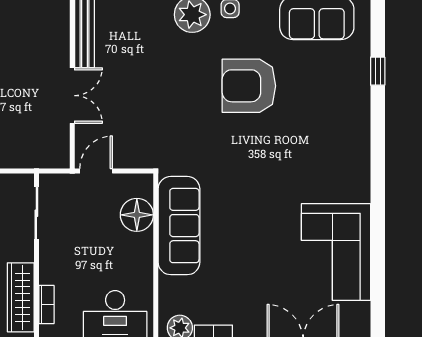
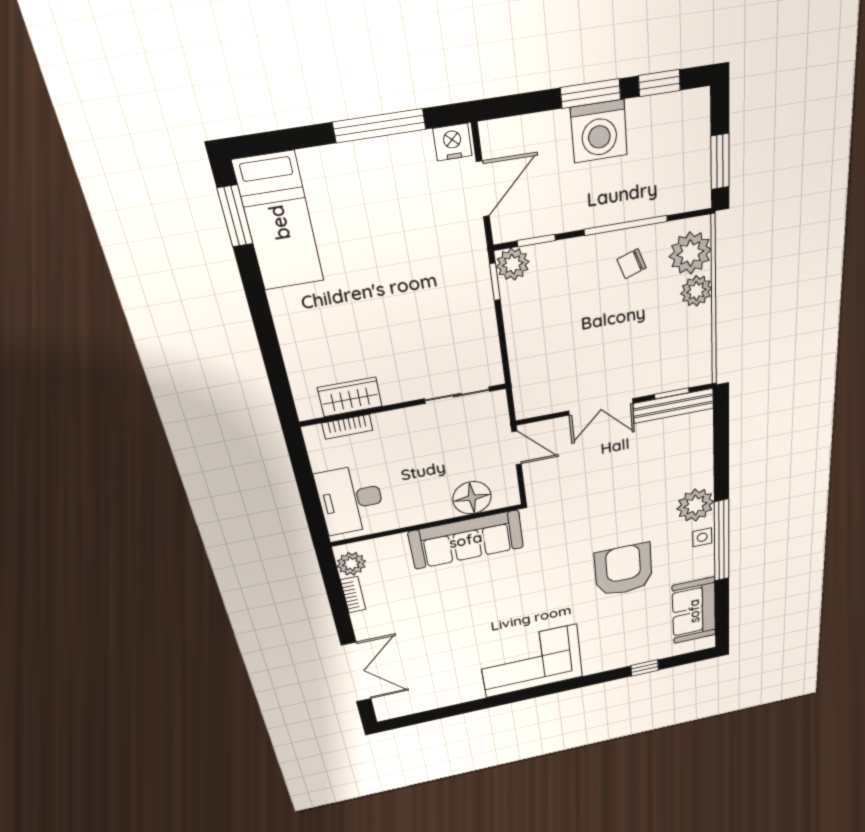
window: (72, 33) -> (672, 393), added
corner sofa: (336, 252) -> (531, 661), moved
wardrobe: (21, 297) -> (350, 397), width x0.67

